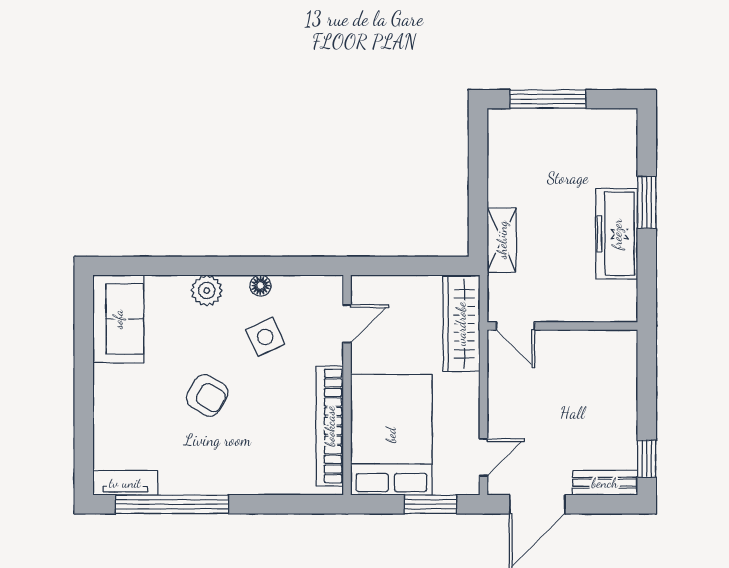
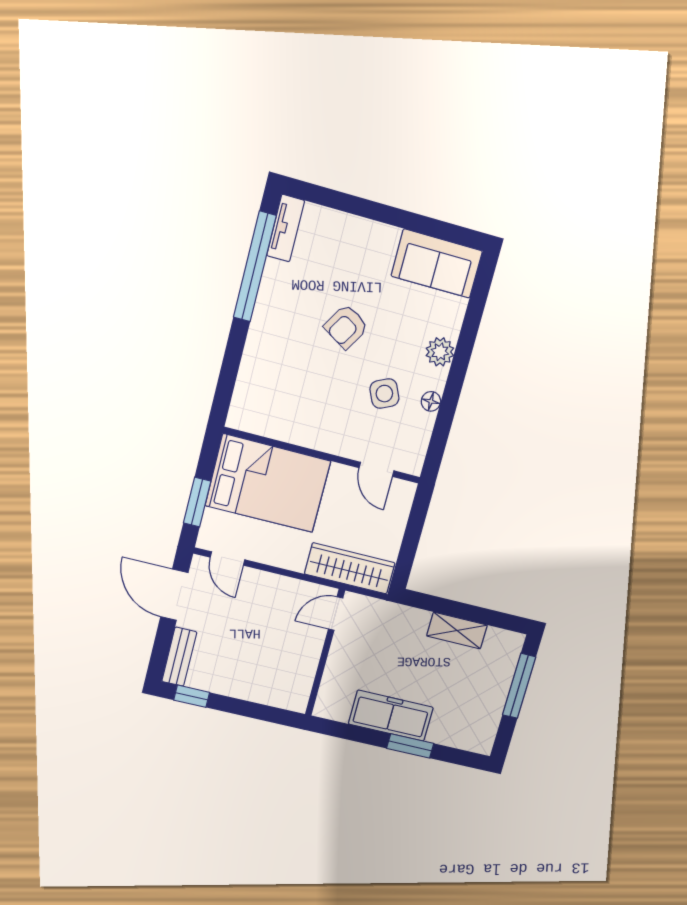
shelving: (502, 240) -> (457, 631), moved
bookcase: (330, 426) -> (290, 431), removed

